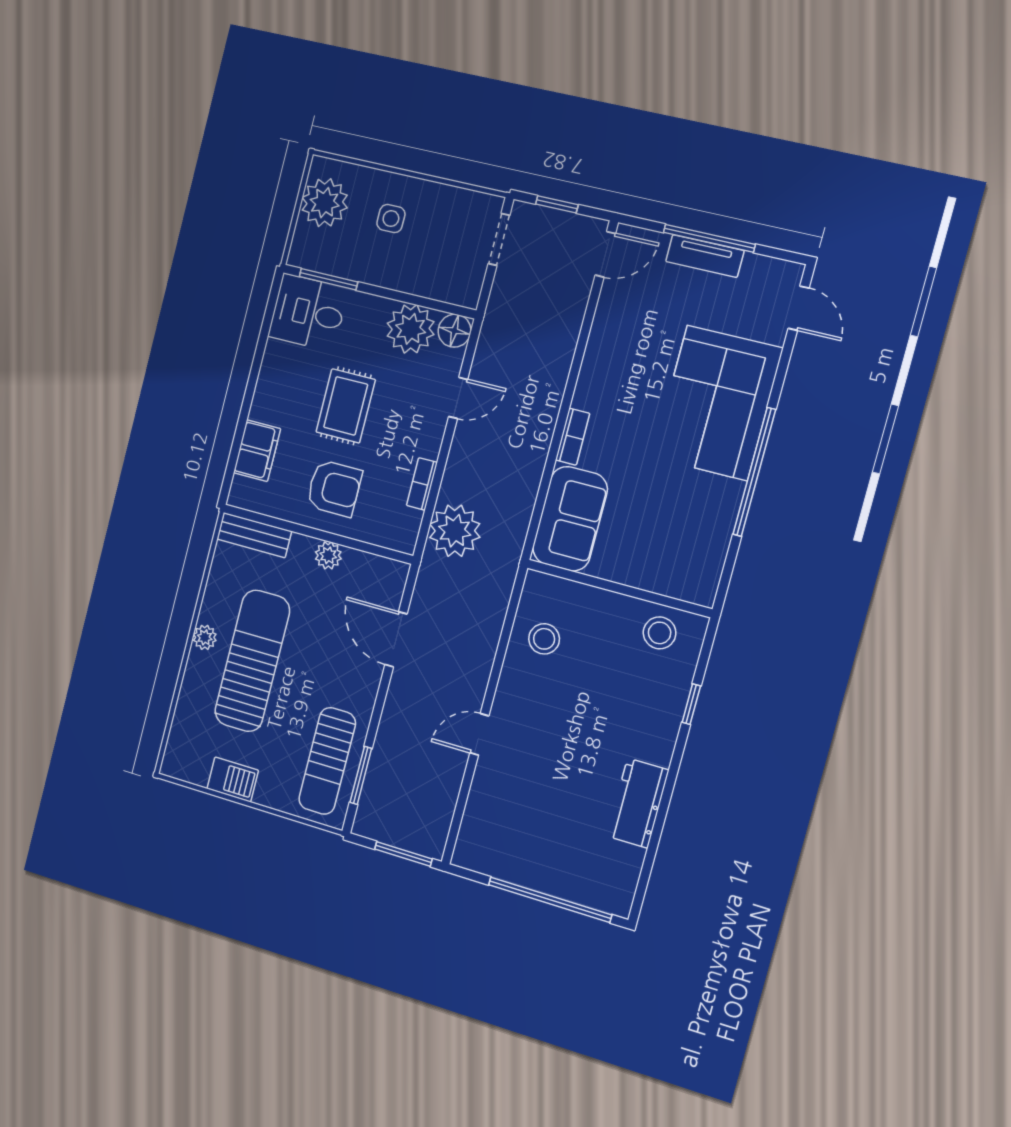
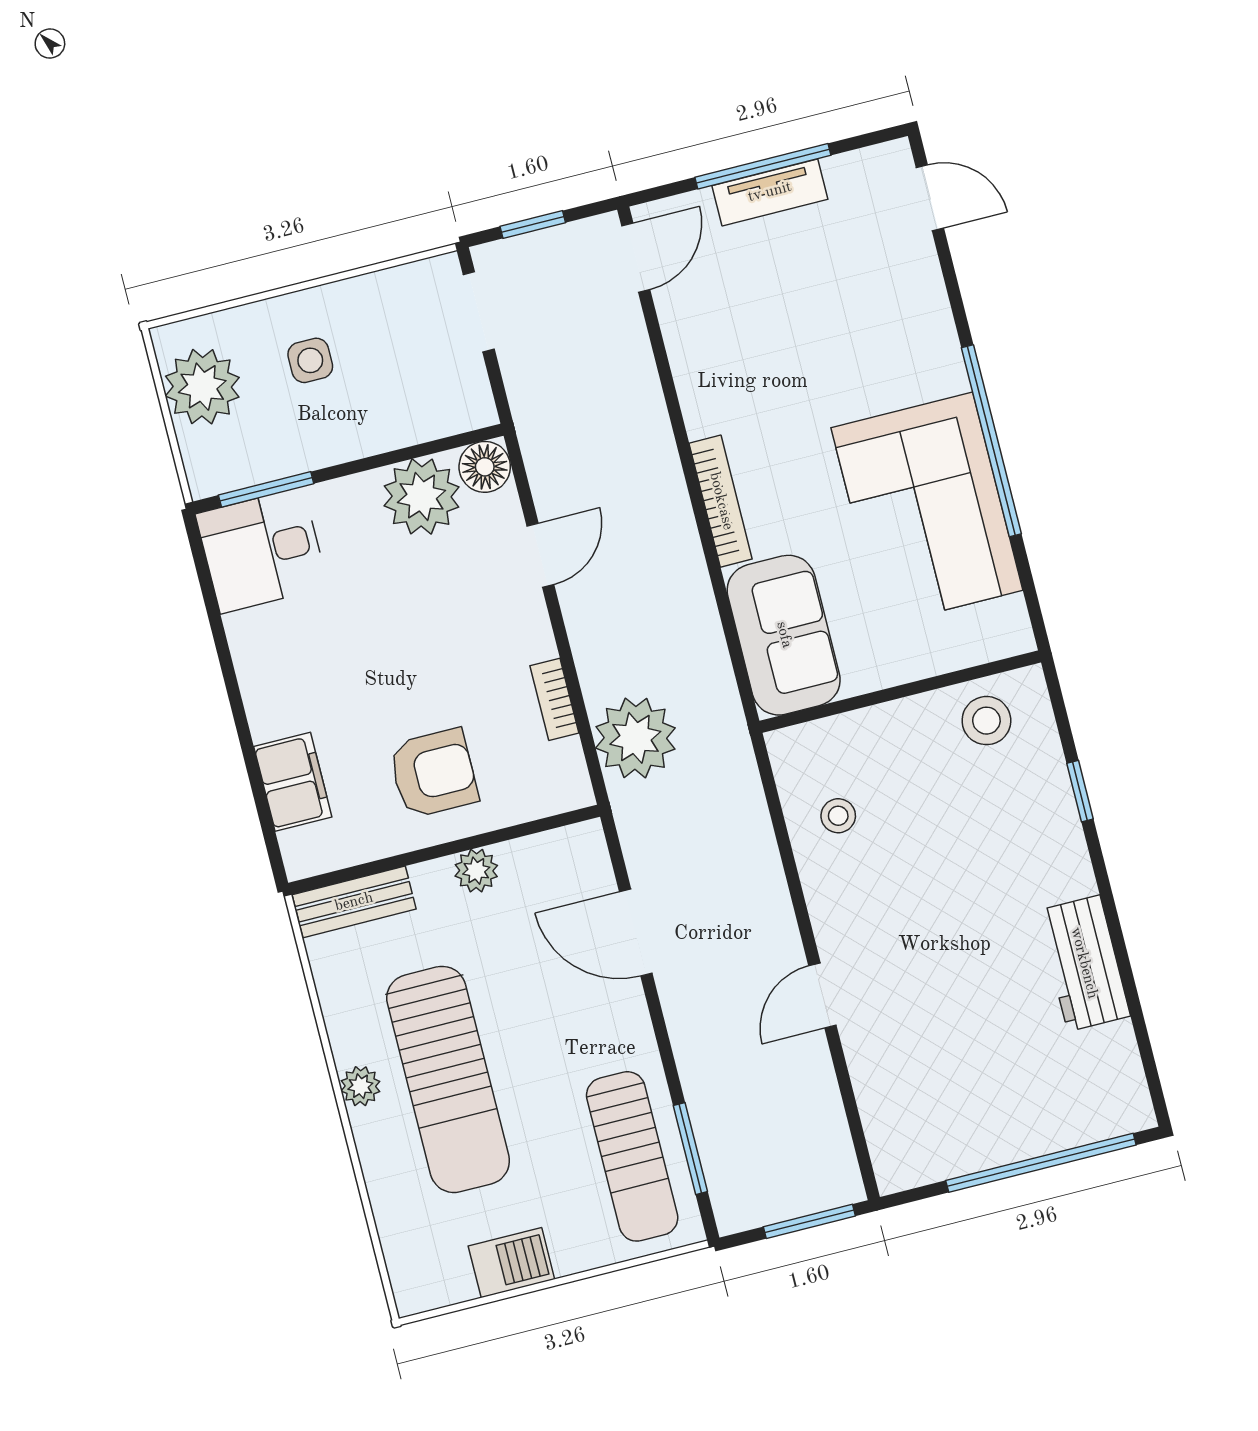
corner sofa: (717, 403) -> (927, 509), moved
rug: (346, 406) -> (387, 651), removed
bookcase: (573, 437) -> (721, 501), width x1.56
stool: (544, 639) -> (838, 816), width x0.73, depth x0.73
sun lounger: (252, 661) -> (448, 1079), turned 180

